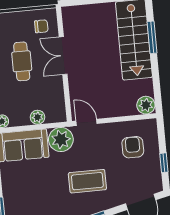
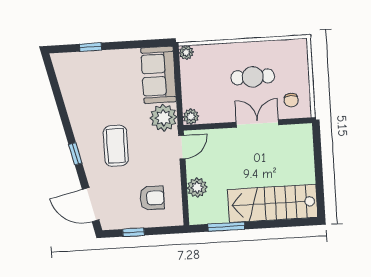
window: (152, 37) -> (226, 227), moved
plant: (146, 105) -> (197, 188), moved
plant: (38, 117) -> (191, 117), moved

